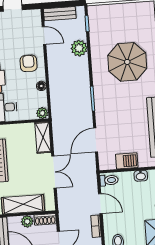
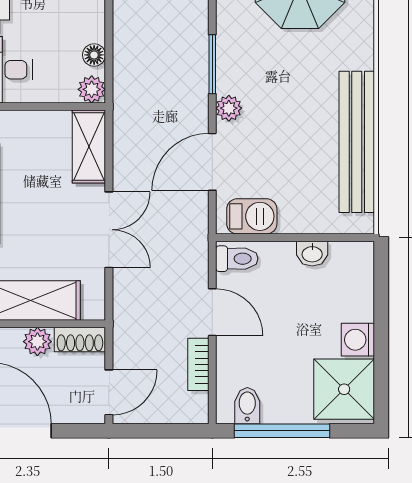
floor lamp: (41, 86) -> (94, 55), moved
plant: (101, 117) -> (229, 108), added
barbecue: (127, 161) -> (252, 216), moved

